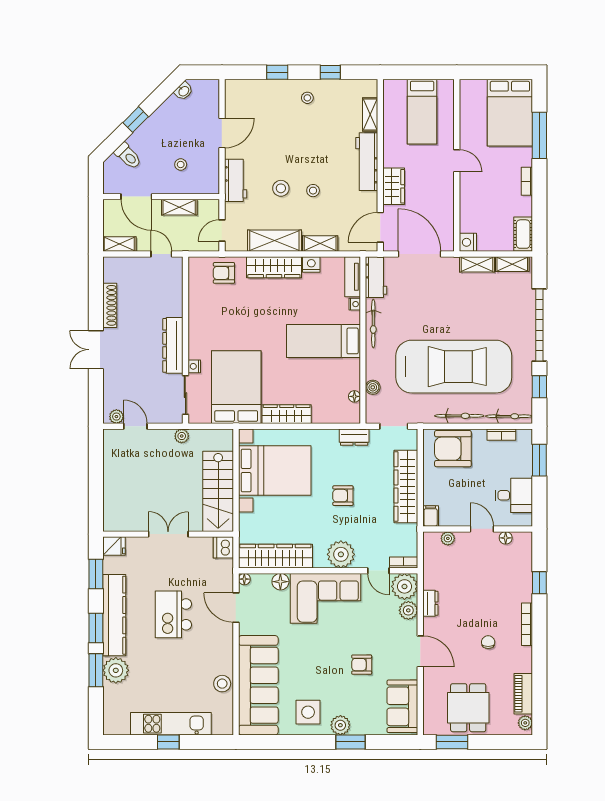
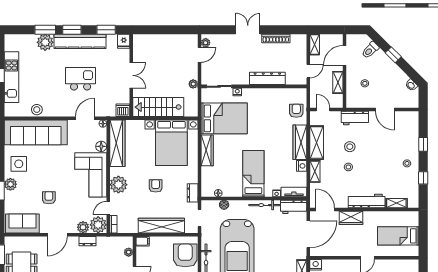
dresser: (173, 345) -> (267, 78), moved

